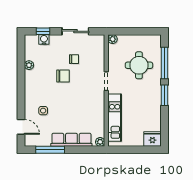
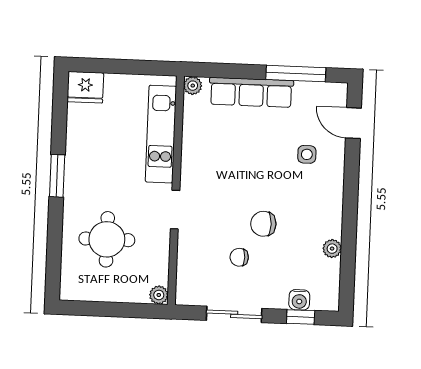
window: (164, 63) -> (54, 242), removed

